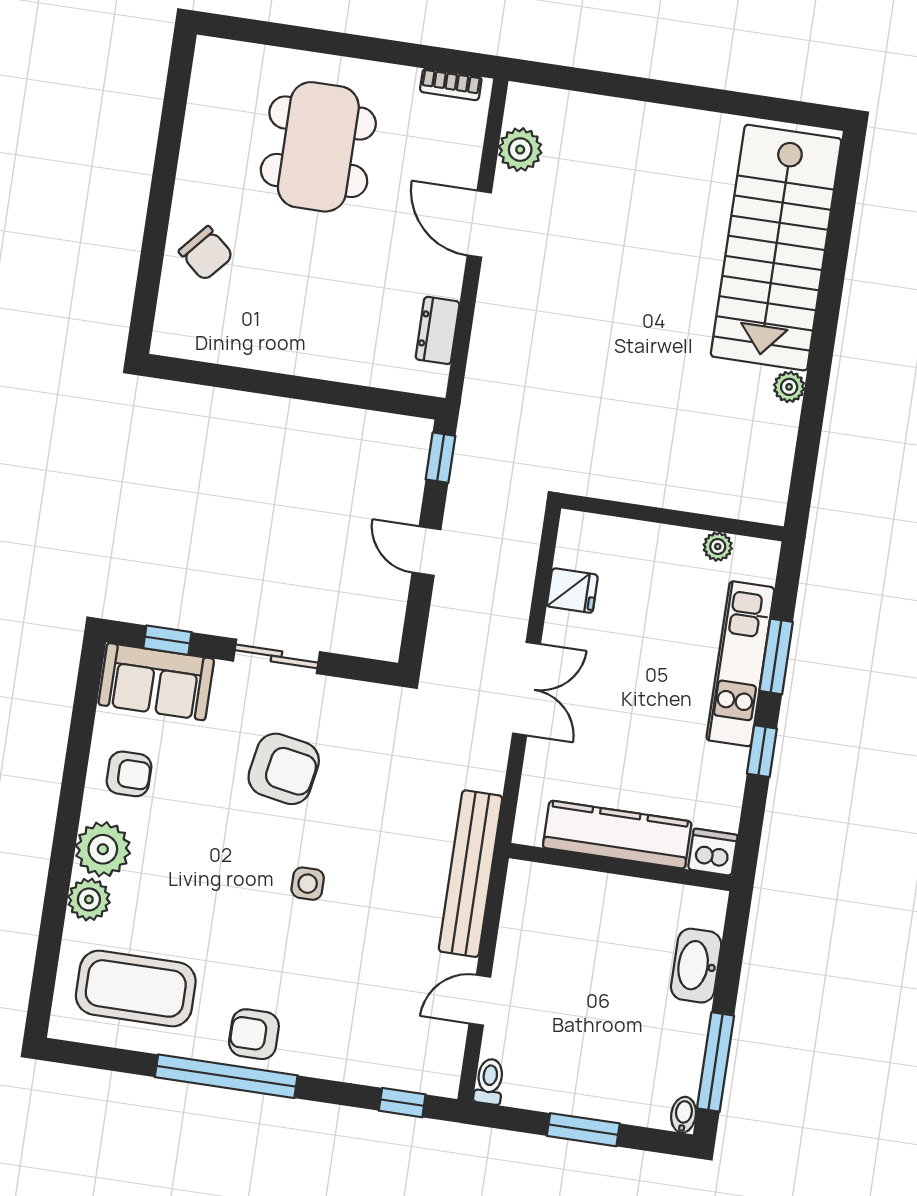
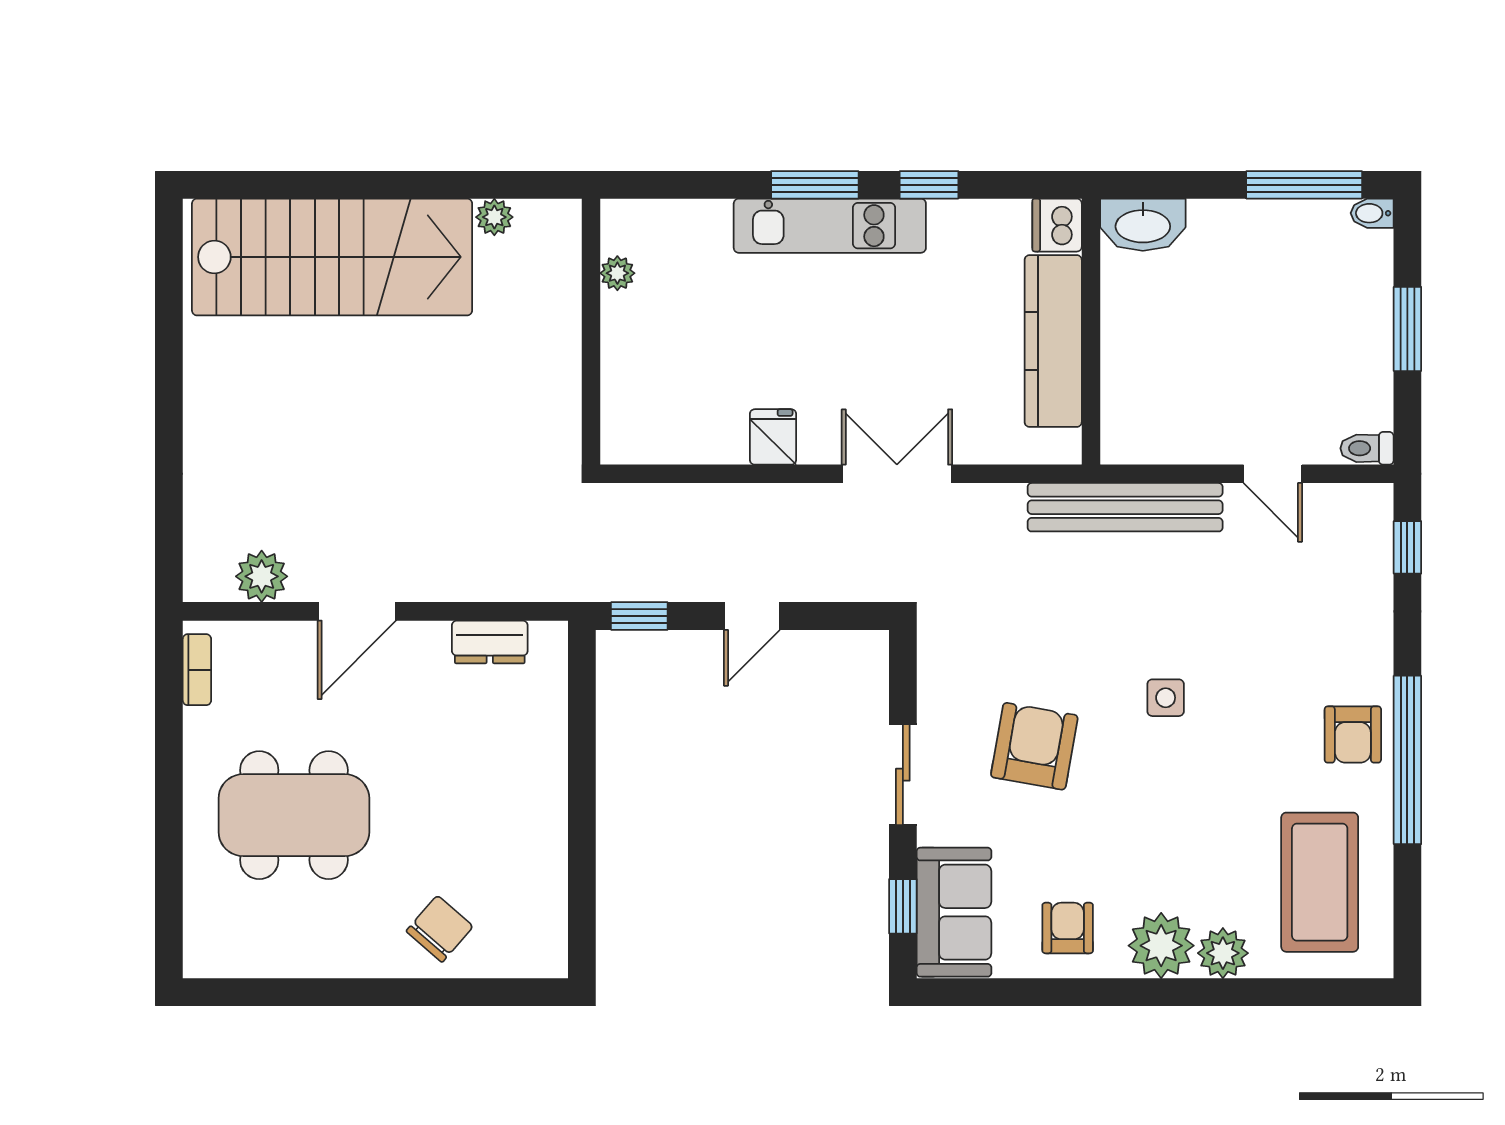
wall: (673, 517) -> (591, 332), moved
plant: (718, 547) -> (617, 273), moved
washbasin: (696, 966) -> (1143, 225), moved

